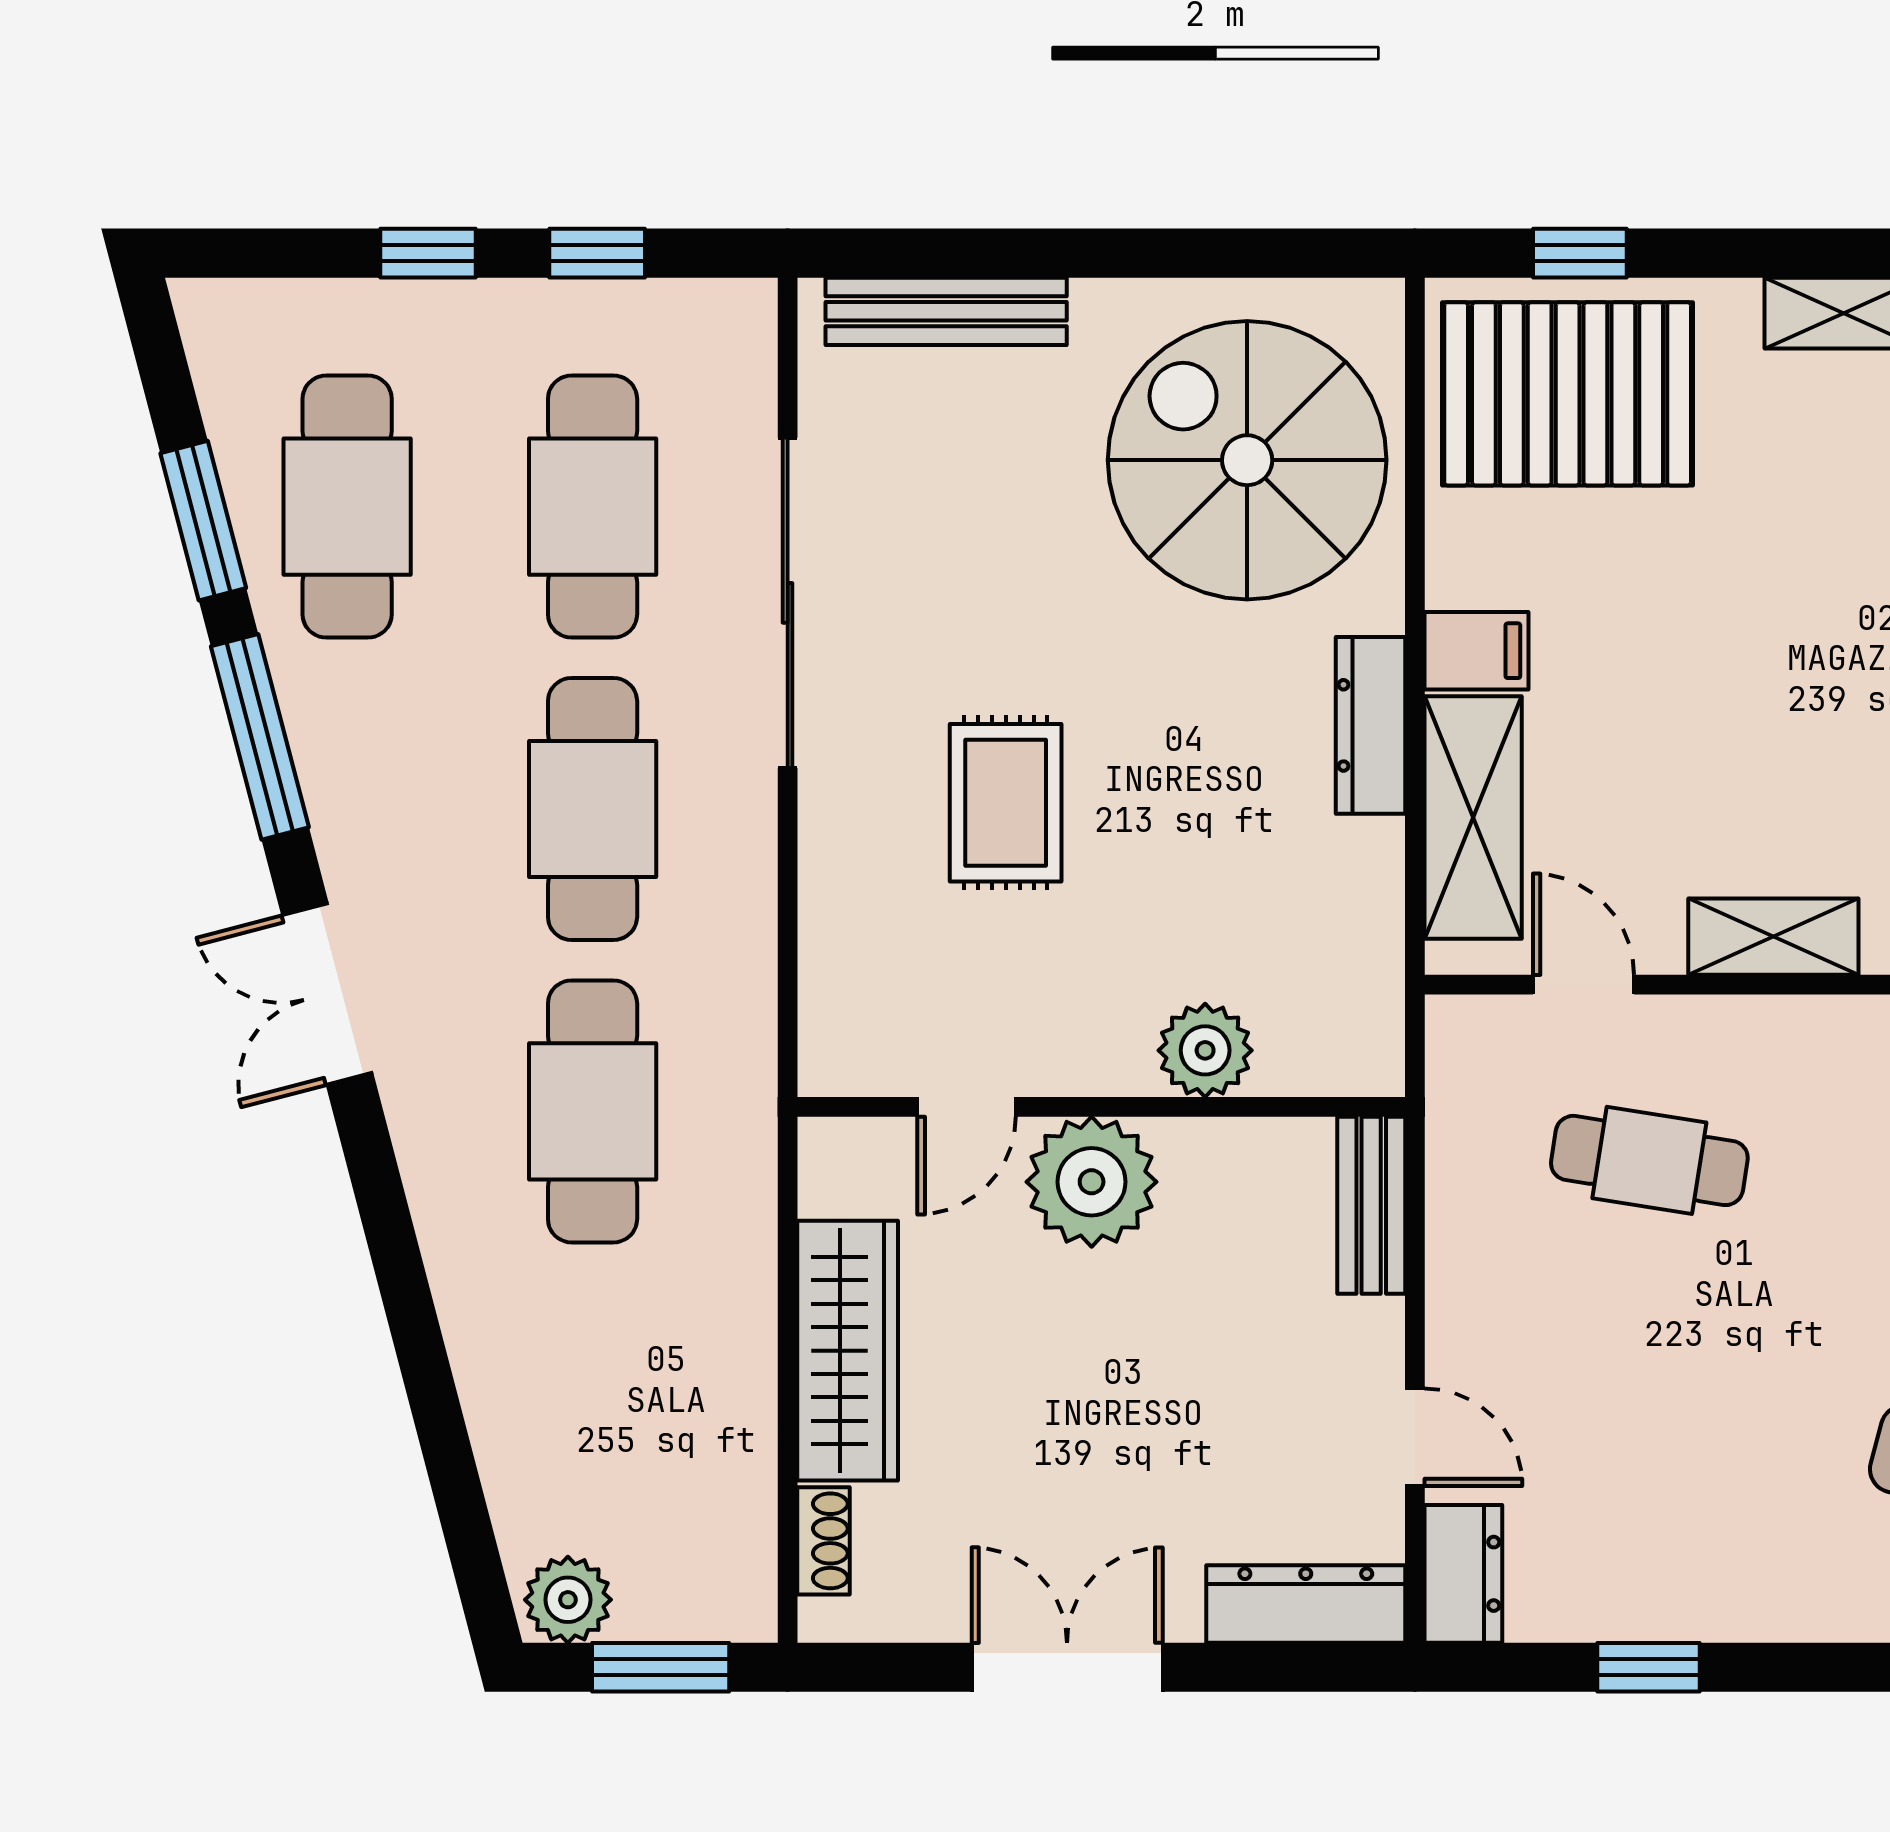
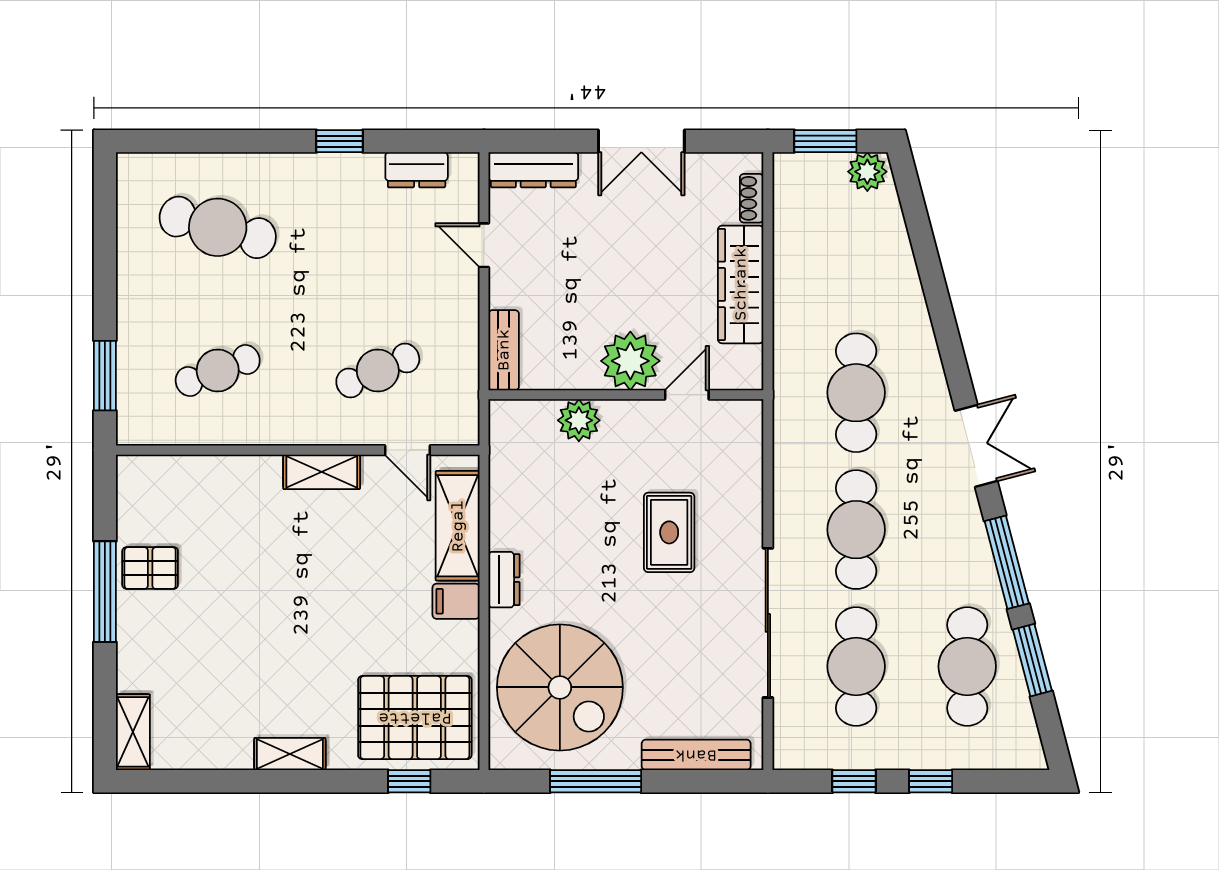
window: (1168, 253) -> (596, 781), added
dresser: (1370, 725) -> (504, 580), width x0.70
cafe table: (1649, 1160) -> (378, 371), turned -33
dresser: (1463, 1574) -> (417, 170), moved, turned -90
window: (1648, 1667) -> (339, 141), moved

